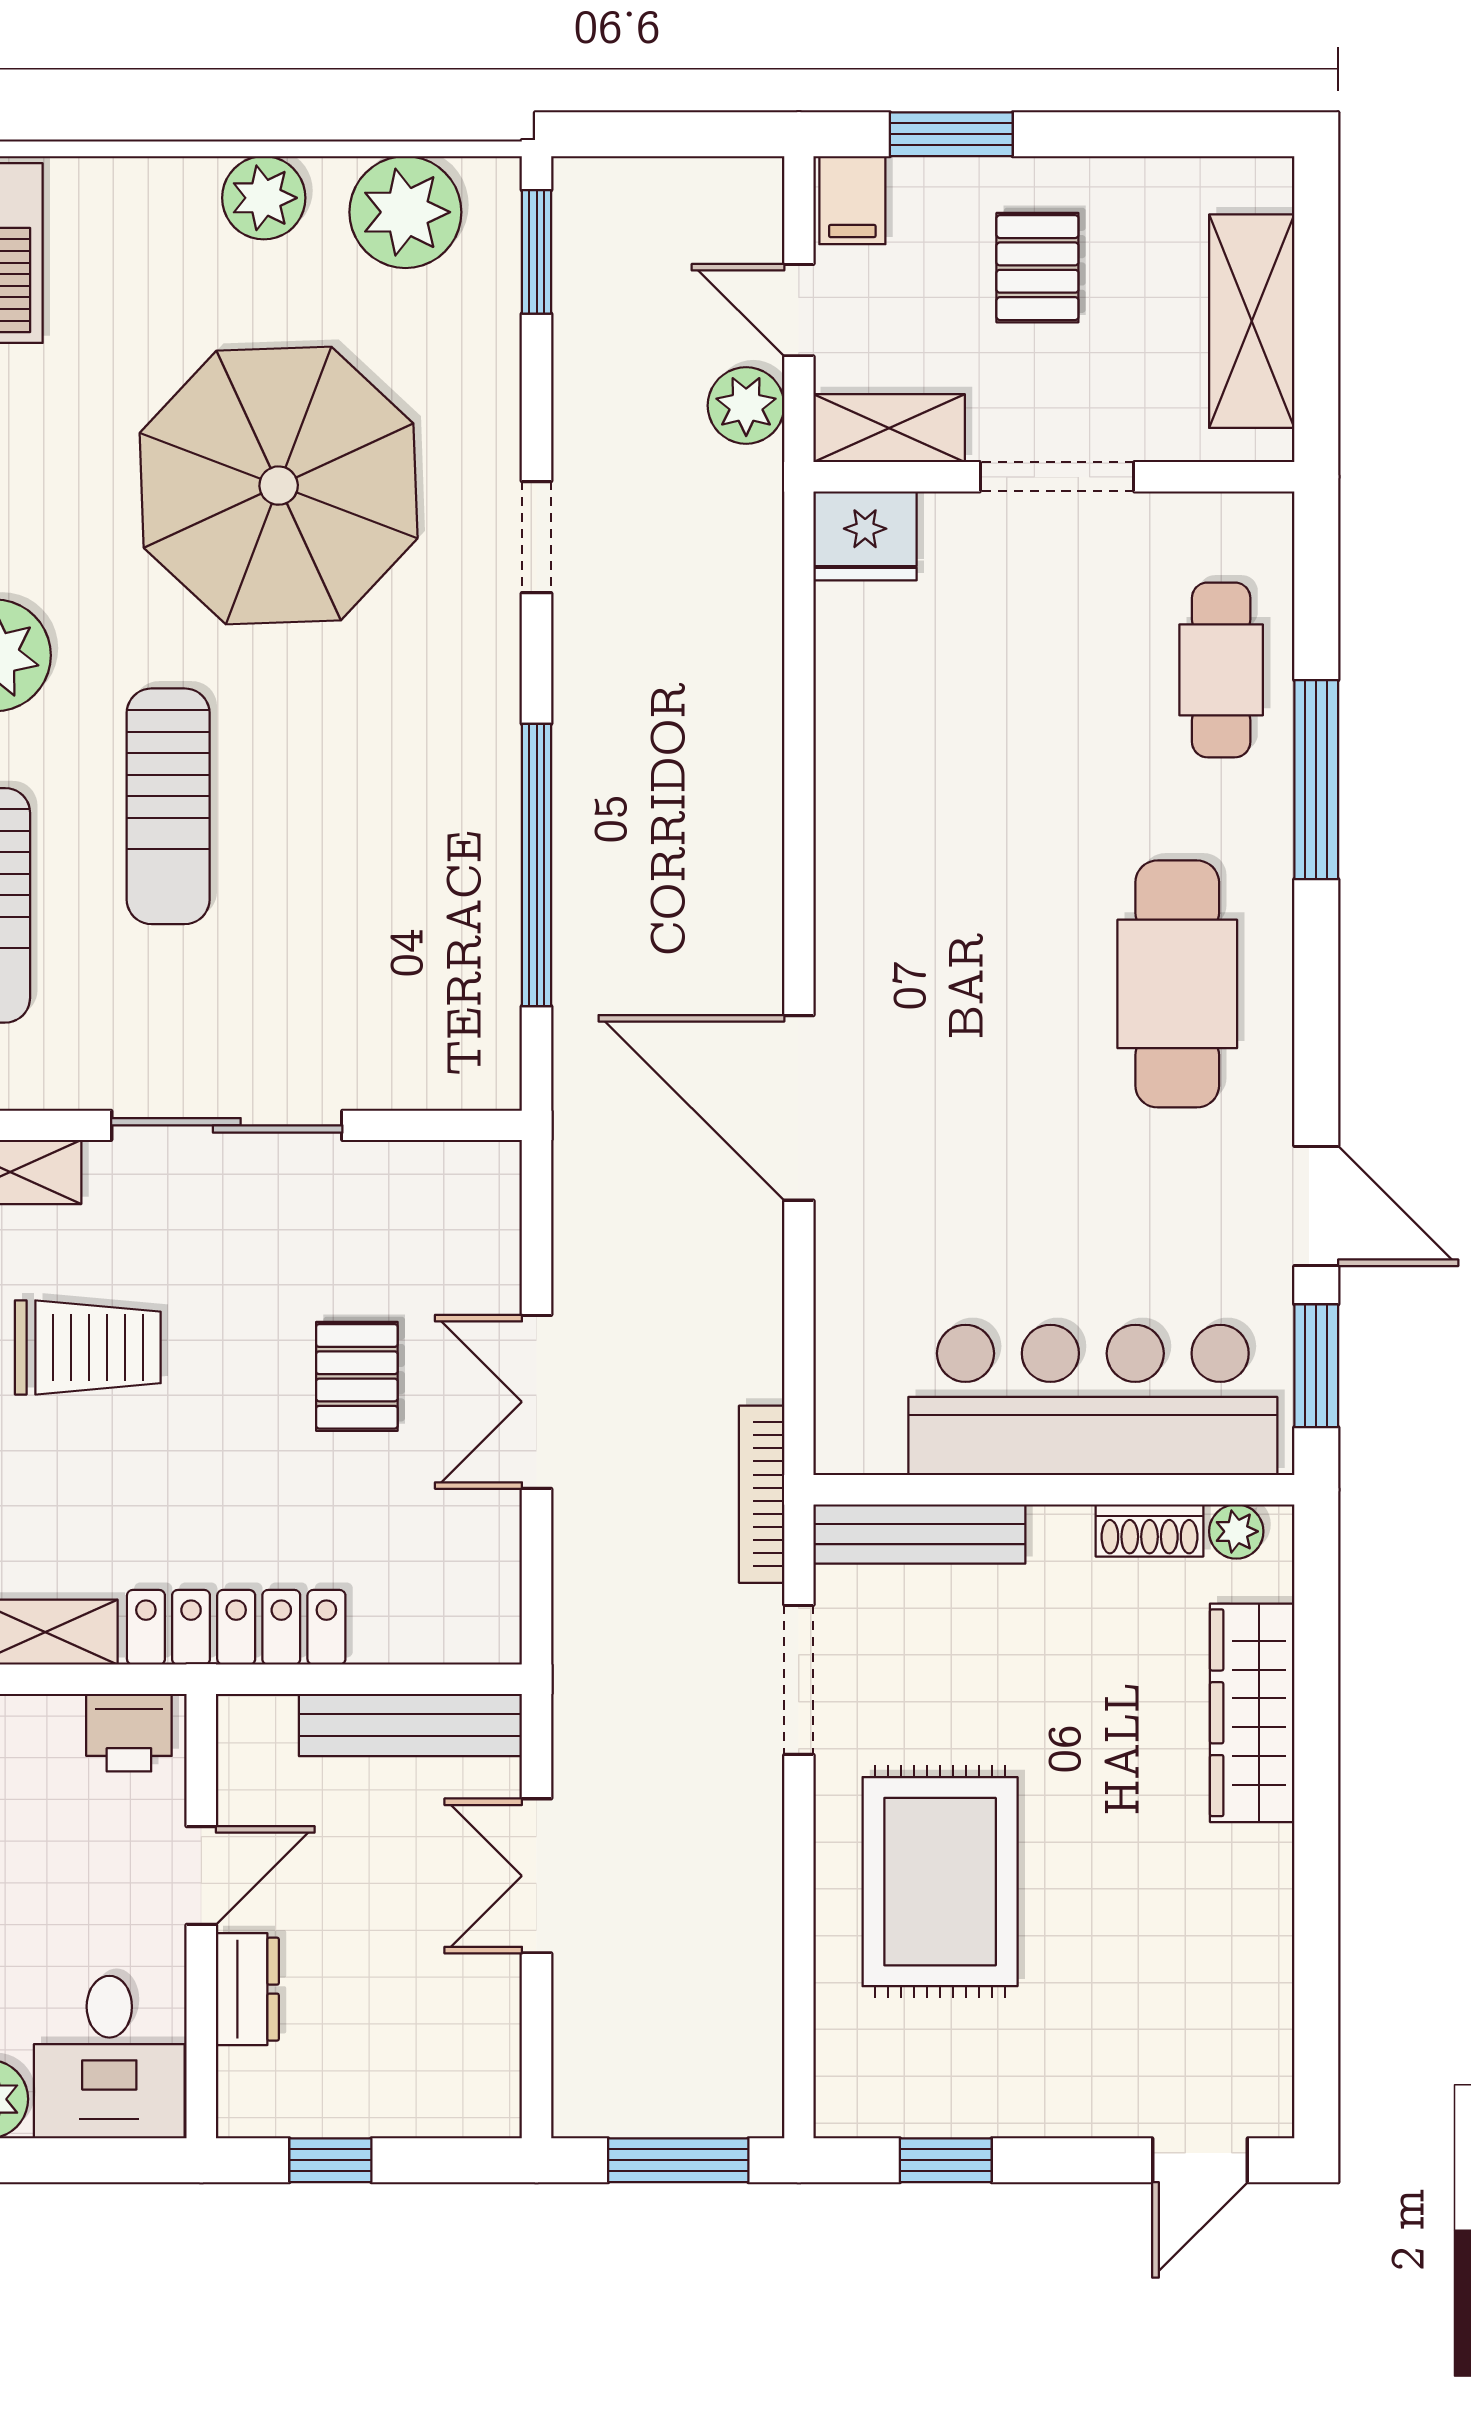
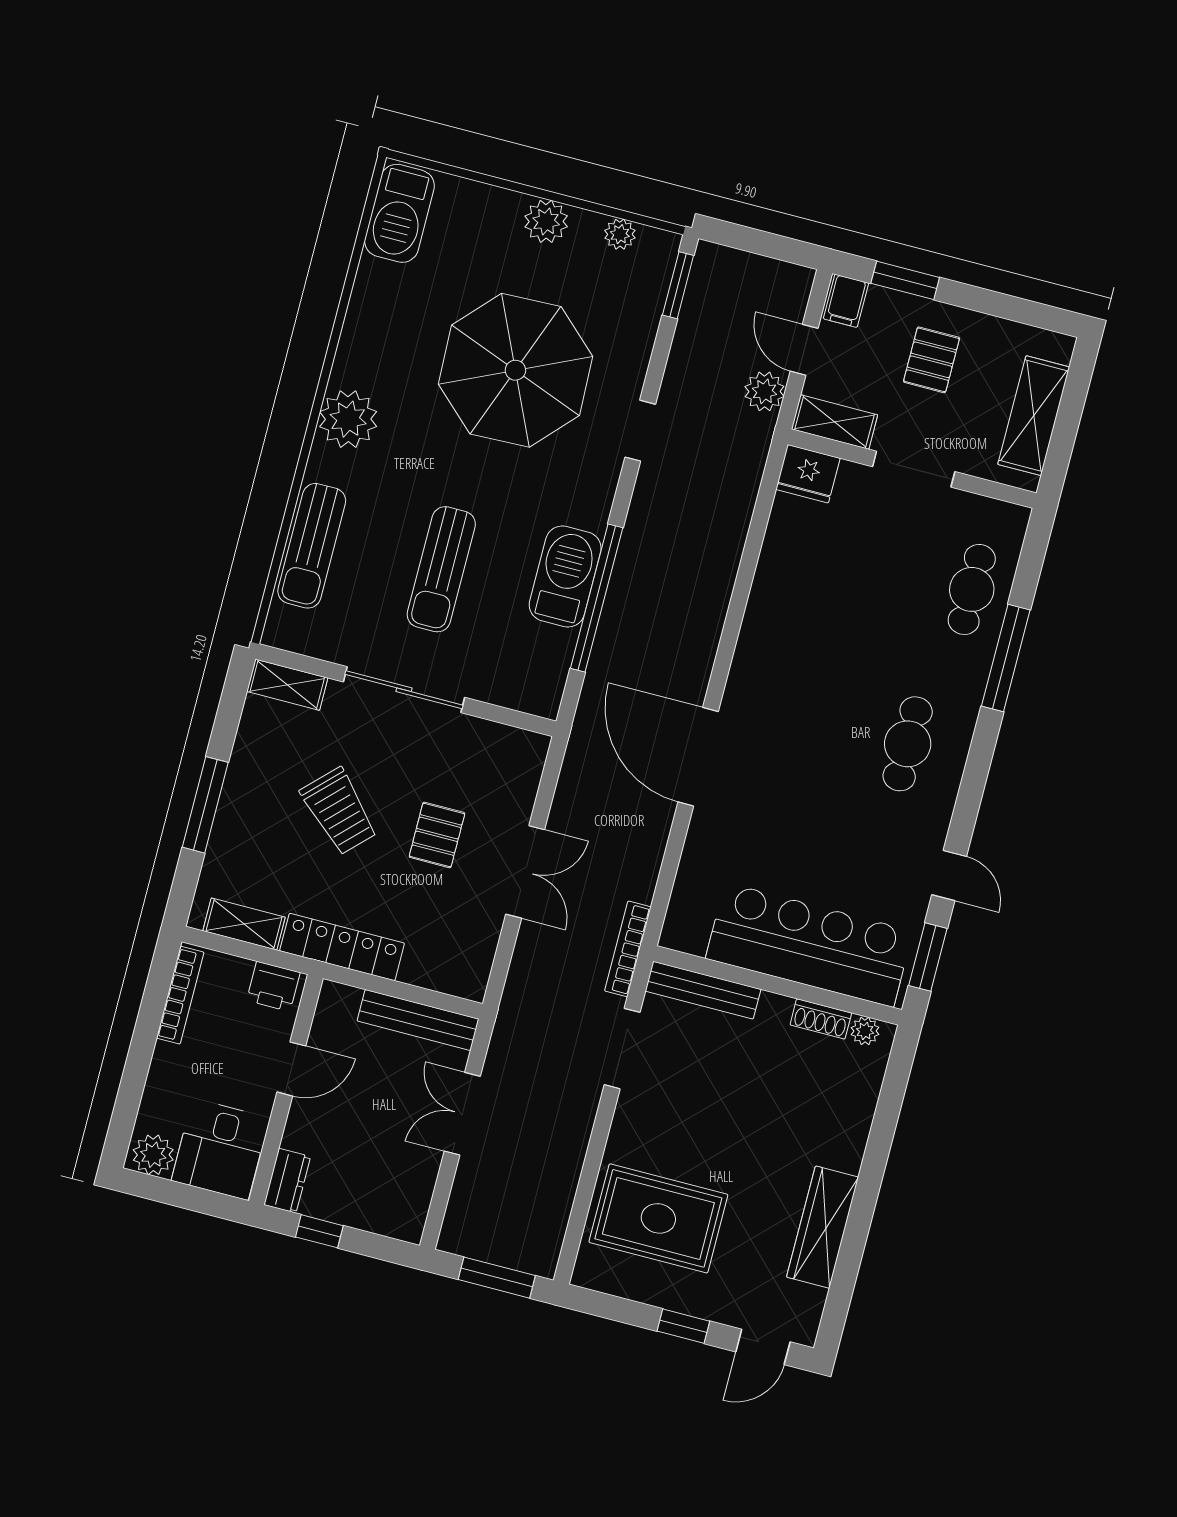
plant: (405, 212) -> (620, 234), width x0.53, depth x0.53
sun lounger: (168, 806) -> (441, 569), moved
barbecue: (469, 841) -> (565, 577), added
cafe table: (1177, 984) -> (908, 744), width x0.73, depth x0.74
door: (1316, 1206) -> (949, 876), width x0.73
trolley: (88, 1347) -> (339, 811), moved, turned 45
double door: (537, 1402) -> (525, 872), swing flipped
wardrobe: (1252, 1713) -> (823, 1227), moved
rug: (940, 1882) -> (658, 1218), moved, turned 90
dresser: (247, 1989) -> (287, 1181), moved
window: (946, 2160) -> (683, 1326), moved

